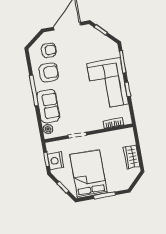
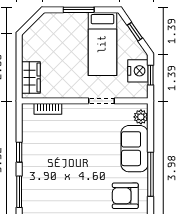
corner sofa: (108, 84) -> (46, 165), removed
wardrobe: (132, 157) -> (31, 77), moved
bed: (89, 174) -> (102, 44), width x0.67

